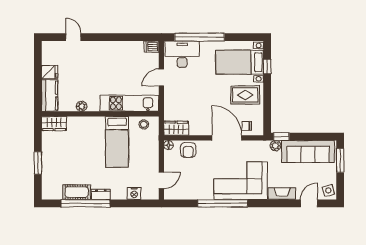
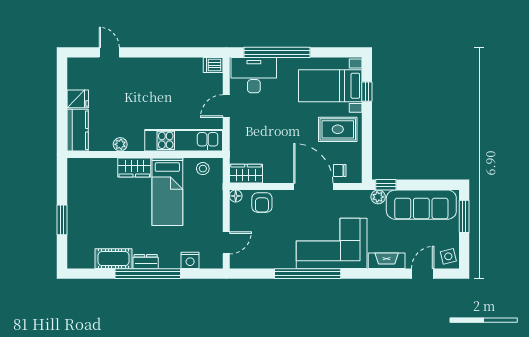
wardrobe: (54, 124) -> (134, 167), moved
window: (86, 203) -> (148, 274), moved

